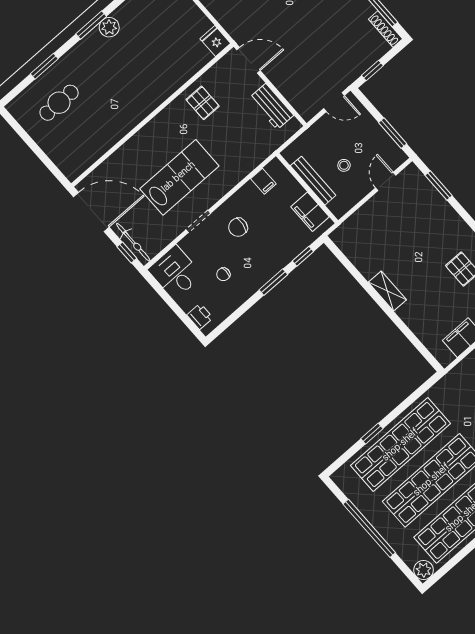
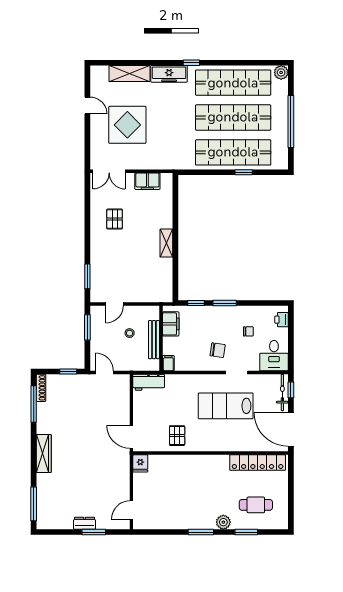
plant: (109, 27) -> (223, 522), moved
workbench: (271, 106) -> (149, 382), moved, turned 90
locker: (95, 148) -> (258, 463), added
filing cabinet: (263, 181) -> (168, 363), moved

